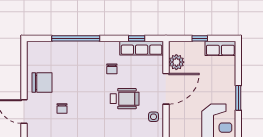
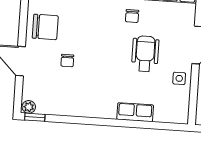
wheelchair: (125, 99) -> (145, 54), turned -90

